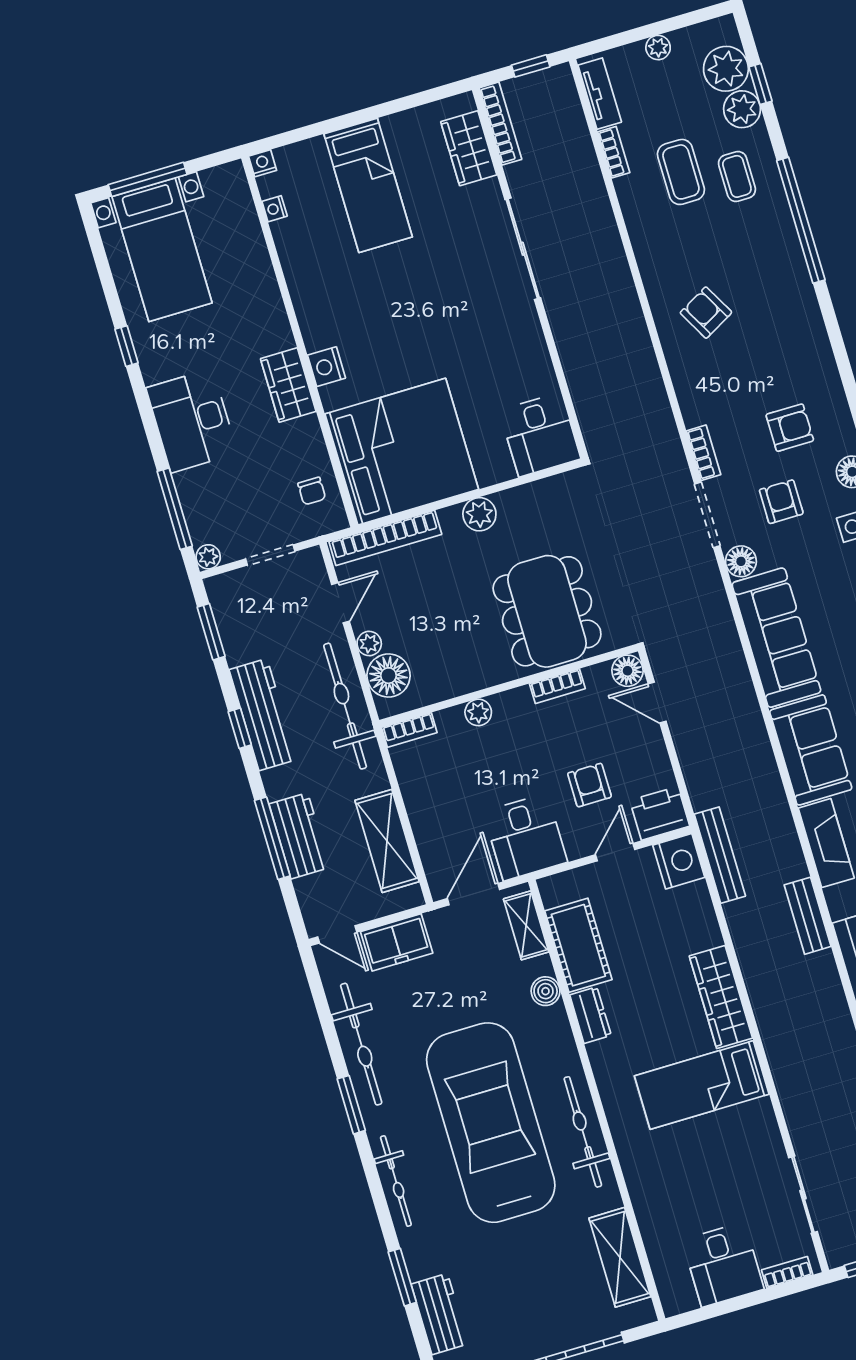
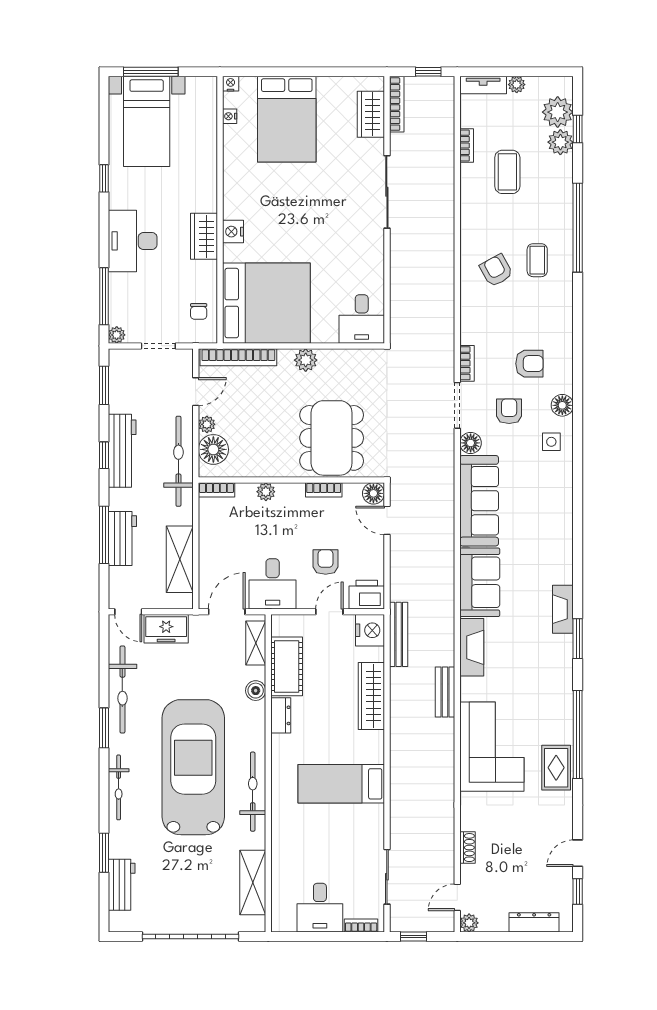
tv unit: (600, 94) -> (483, 85), moved, turned 90
coffee table: (737, 176) -> (537, 260), moved
bed: (368, 185) -> (287, 119), width x1.50
wardrobe: (721, 997) -> (371, 696), moved

